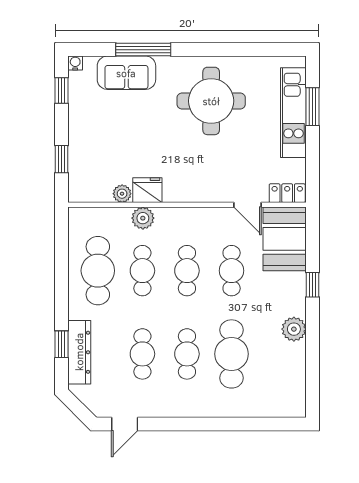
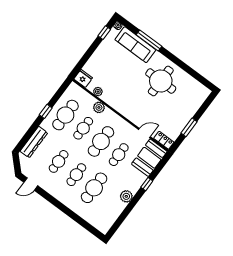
sofa: (126, 73) -> (135, 45), width x1.36
window: (312, 107) -> (189, 127), moved
kitchen unit: (293, 113) -> (190, 110), removed
window: (61, 159) -> (84, 60), removed
fridge: (147, 190) -> (83, 78), moved
door: (247, 205) -> (144, 133), swing flipped
cafe table: (187, 271) -> (101, 141), width x1.37, depth x1.35
window: (61, 344) -> (46, 111), moved

